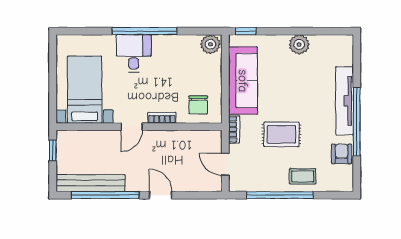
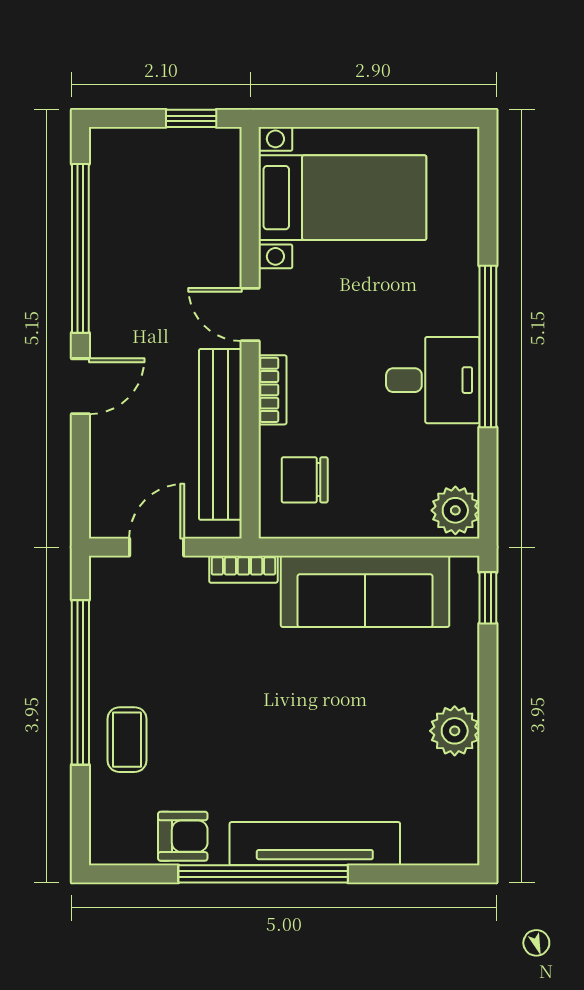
desk: (134, 53) -> (433, 380), moved
rug: (281, 134) -> (231, 687), removed
bench: (91, 183) -> (220, 434), moved

